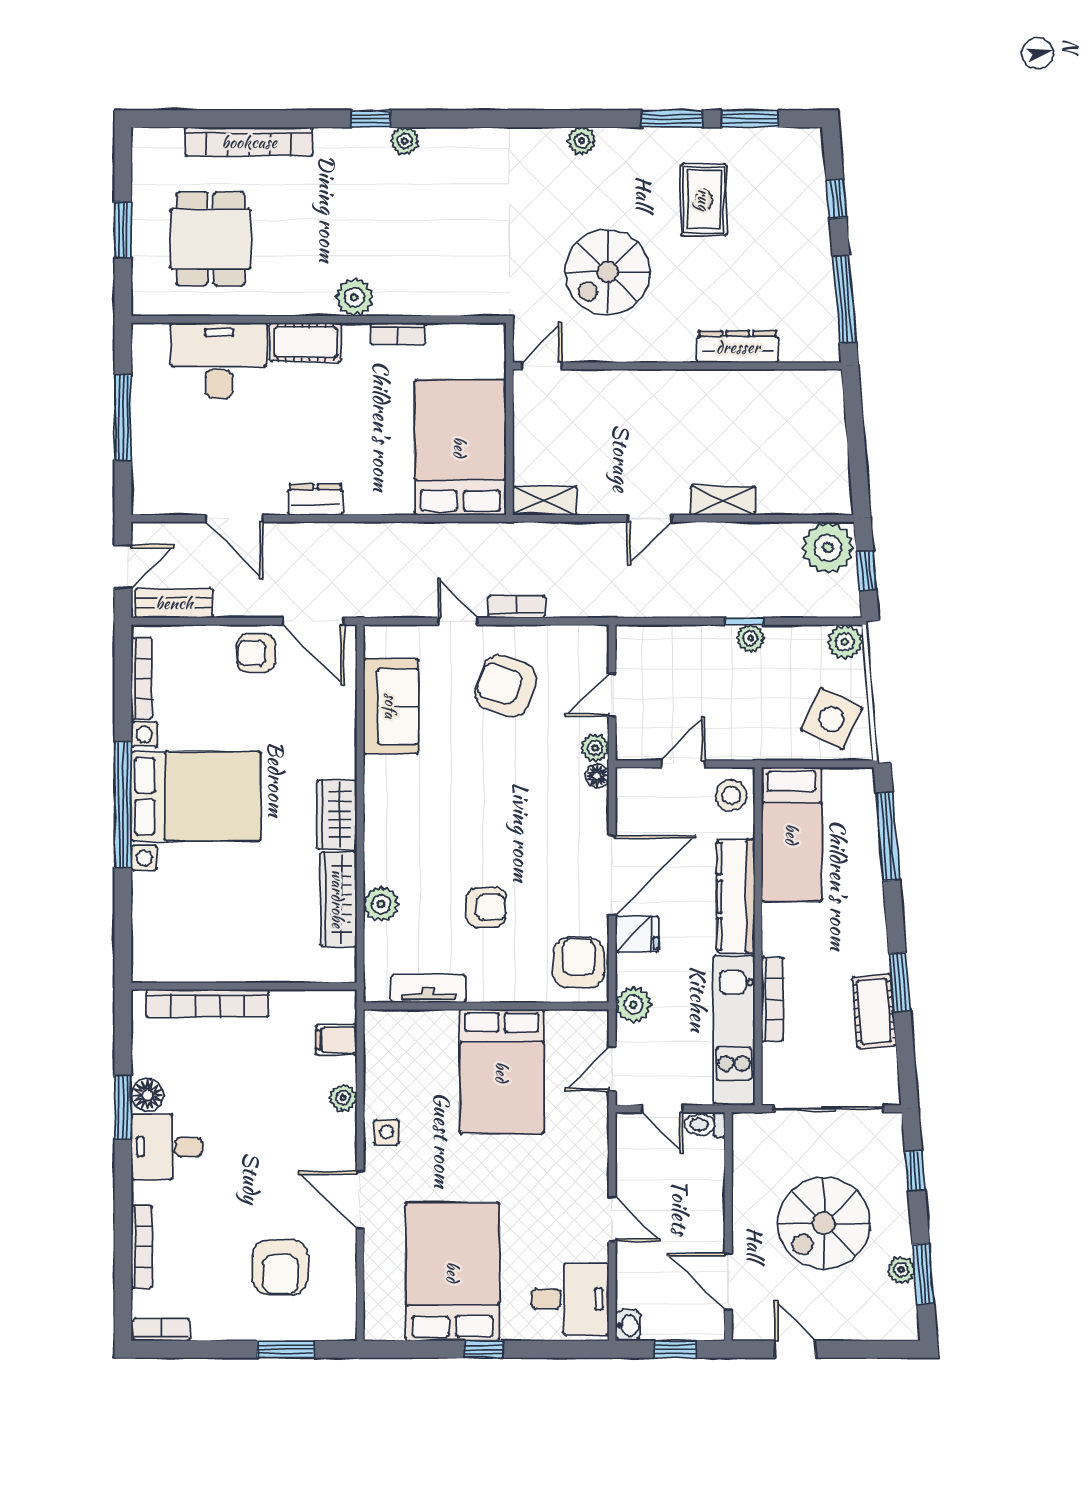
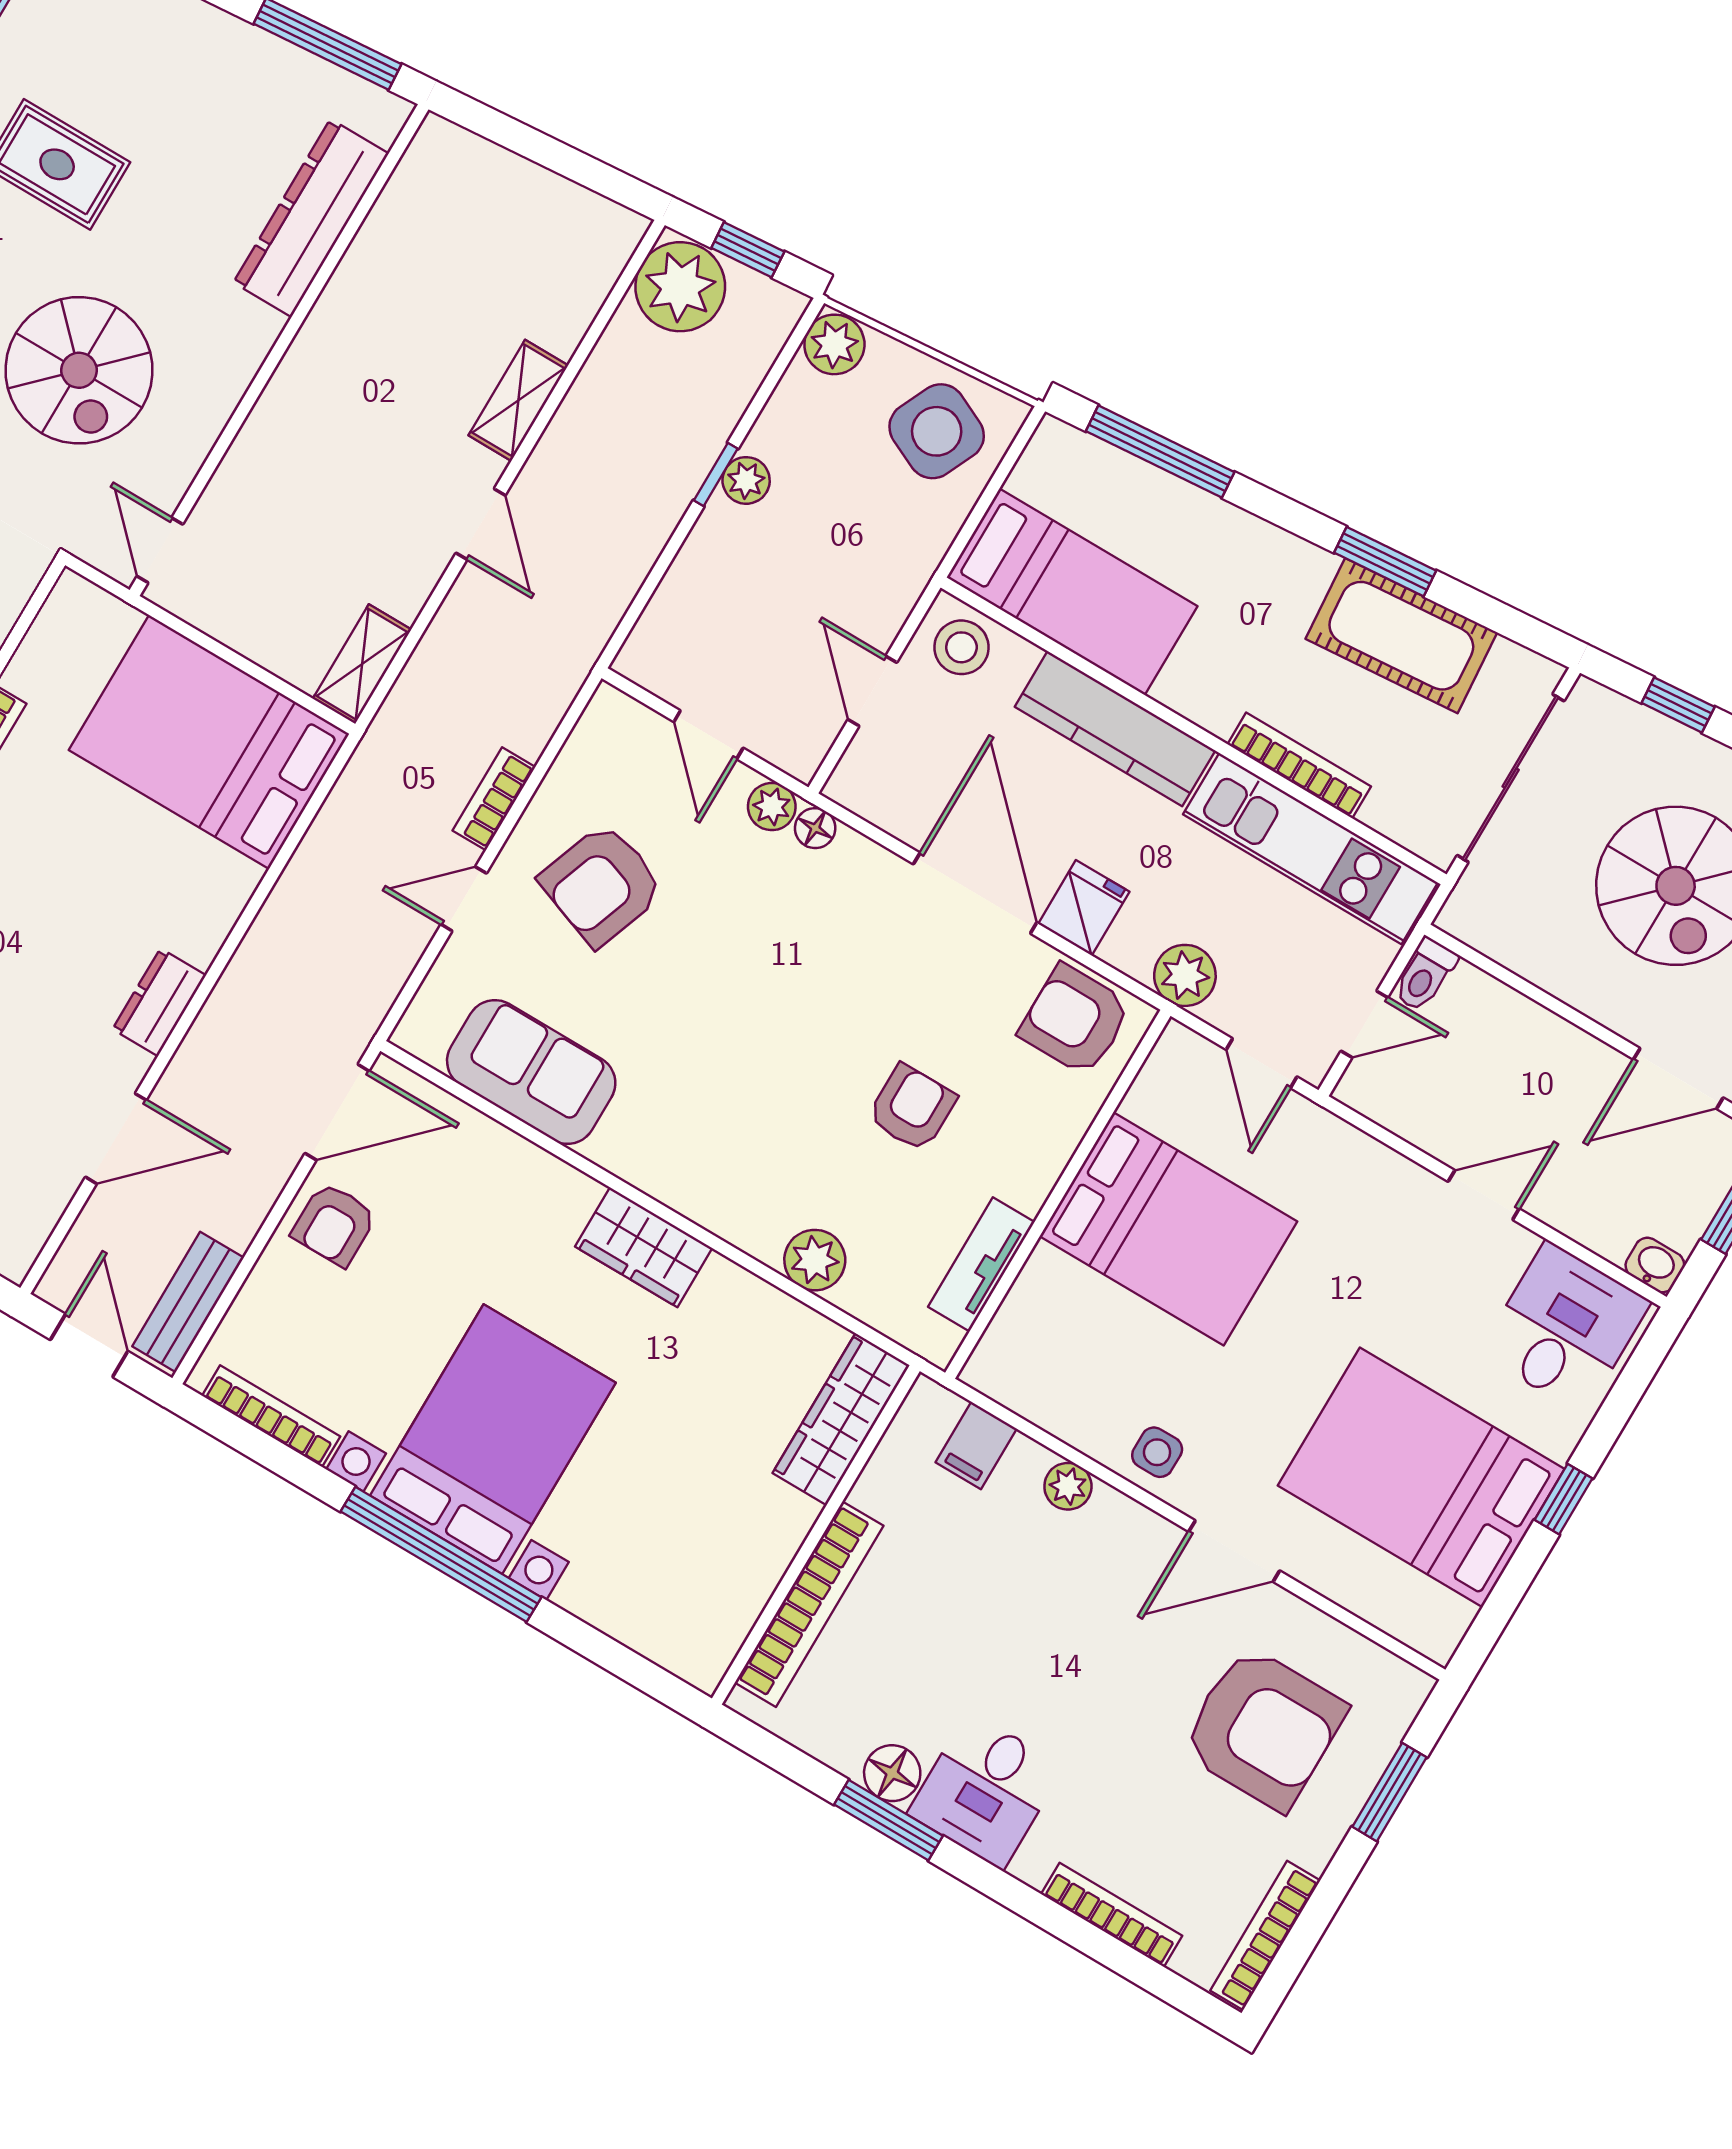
dresser: (738, 347) -> (311, 218), width x1.37, depth x1.24
wardrobe: (338, 899) -> (841, 1419), moved, turned 90
cot: (874, 1011) -> (1401, 636), width x1.37, depth x1.34
armchair: (280, 1267) -> (1263, 1728), width x1.36, depth x1.36
bookcase: (161, 1330) -> (1265, 1935), width x1.56

